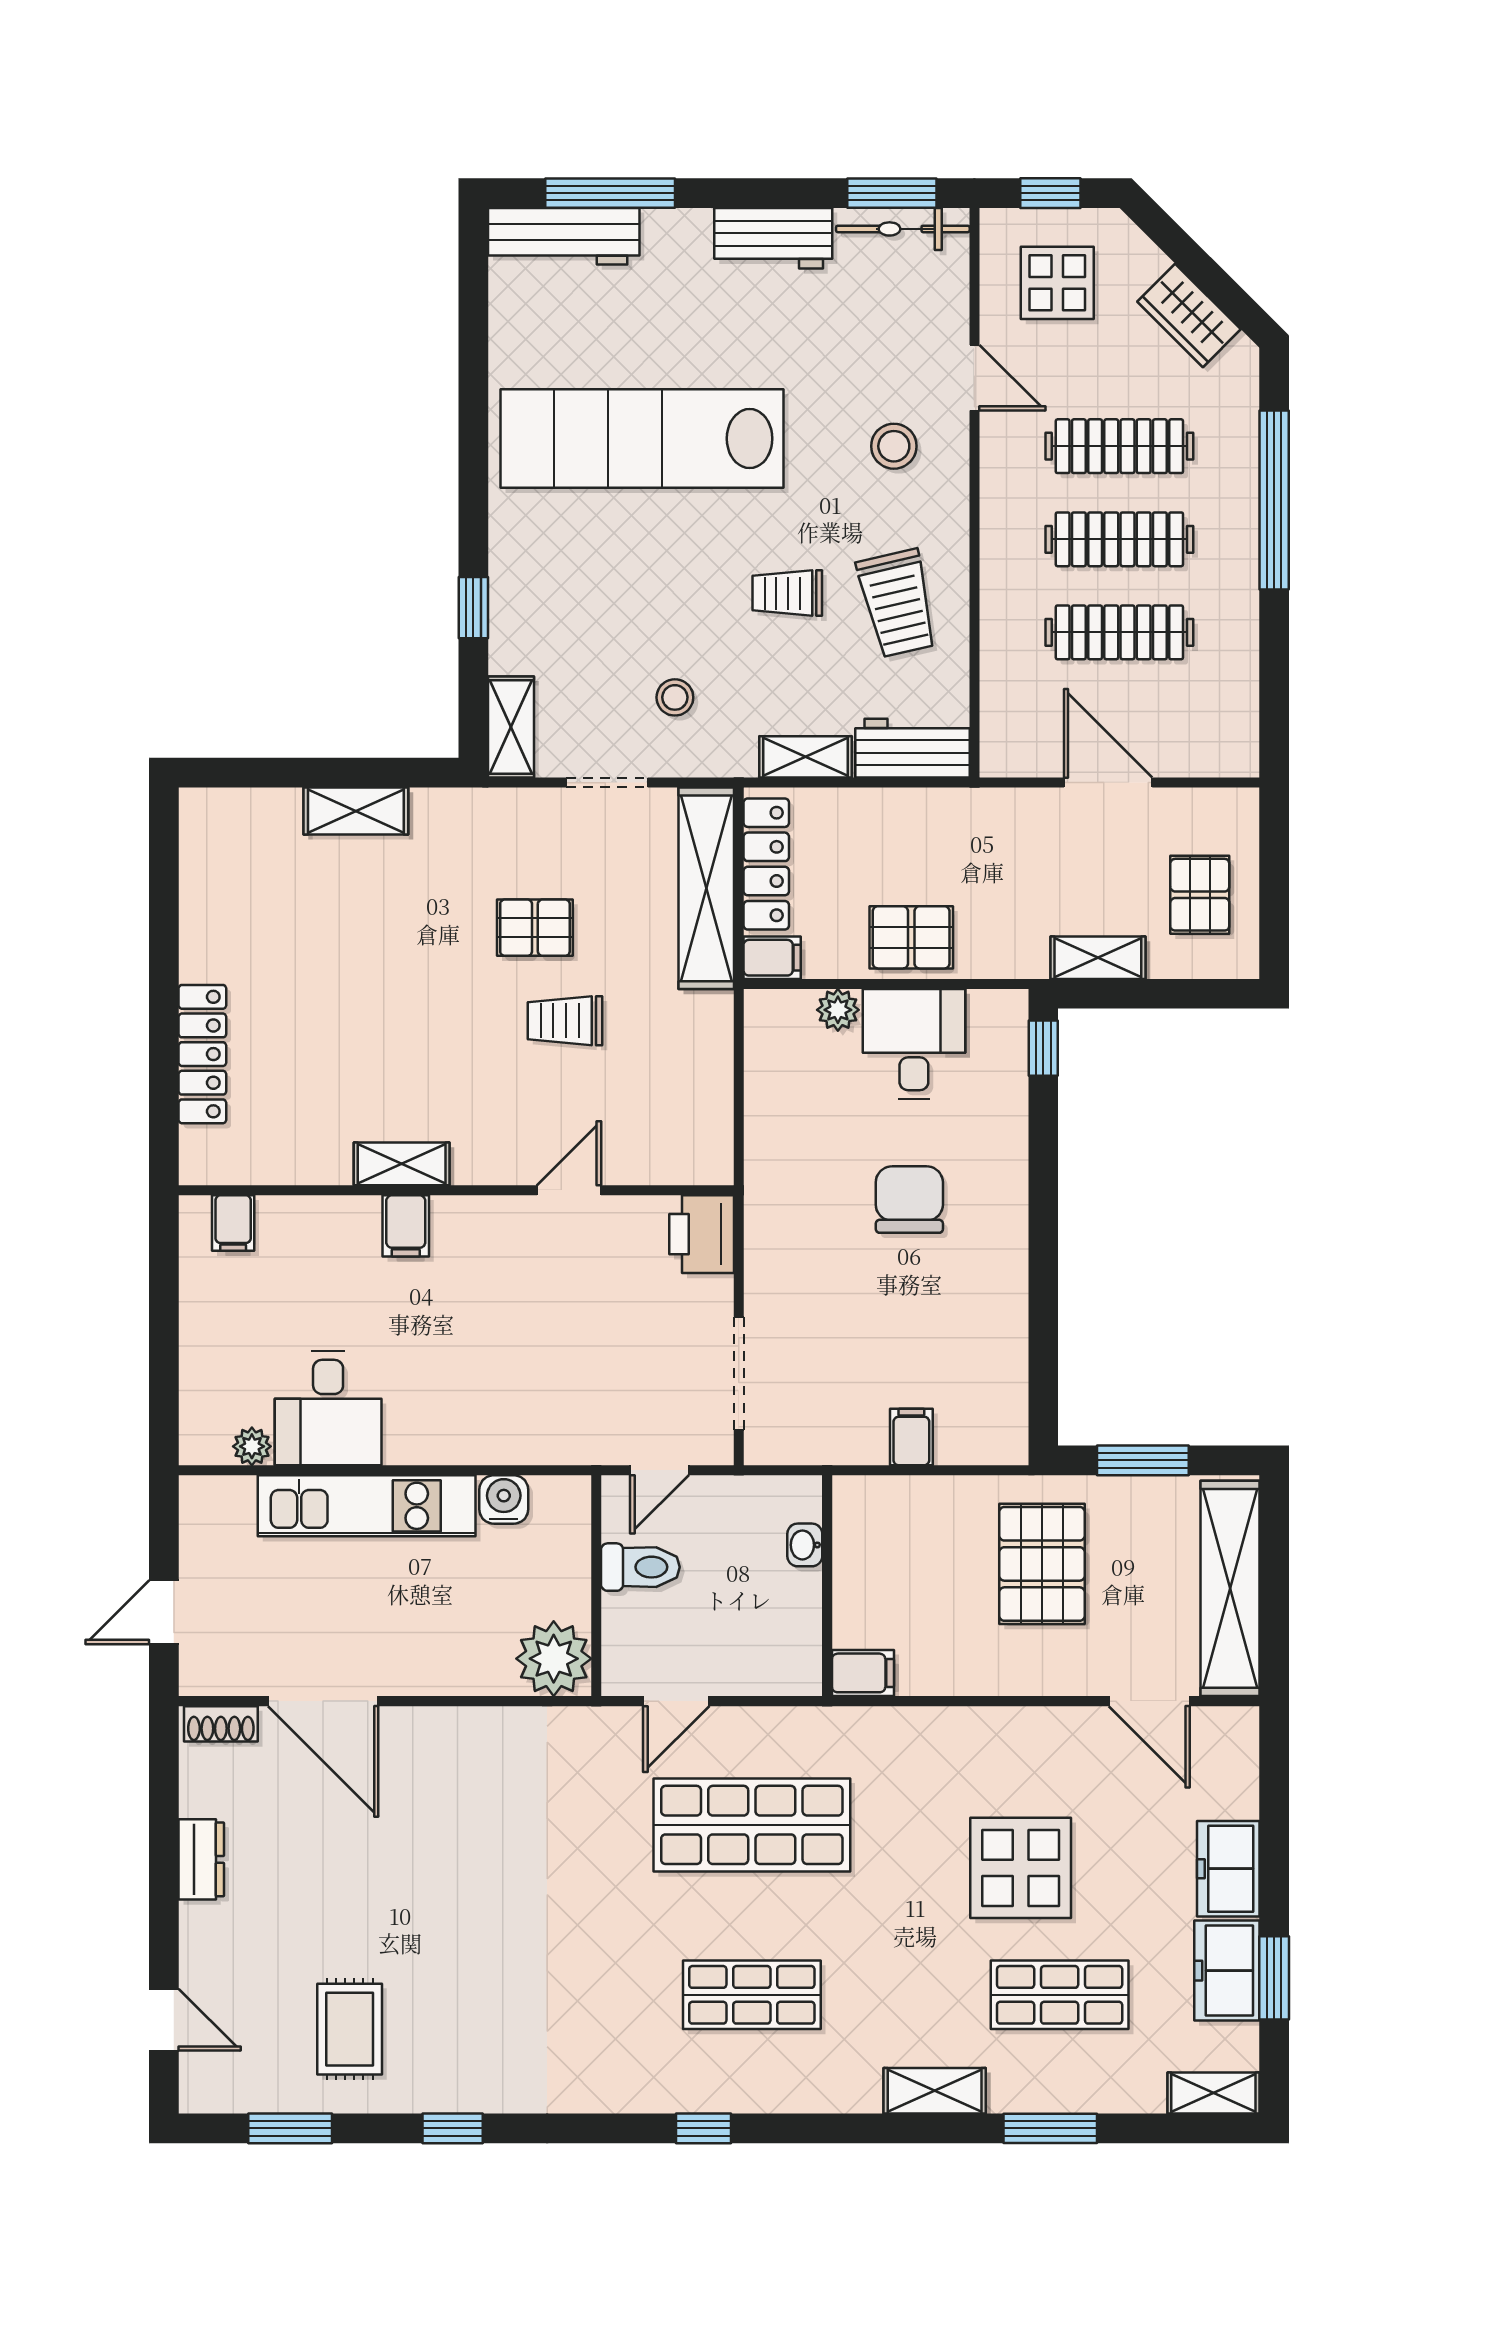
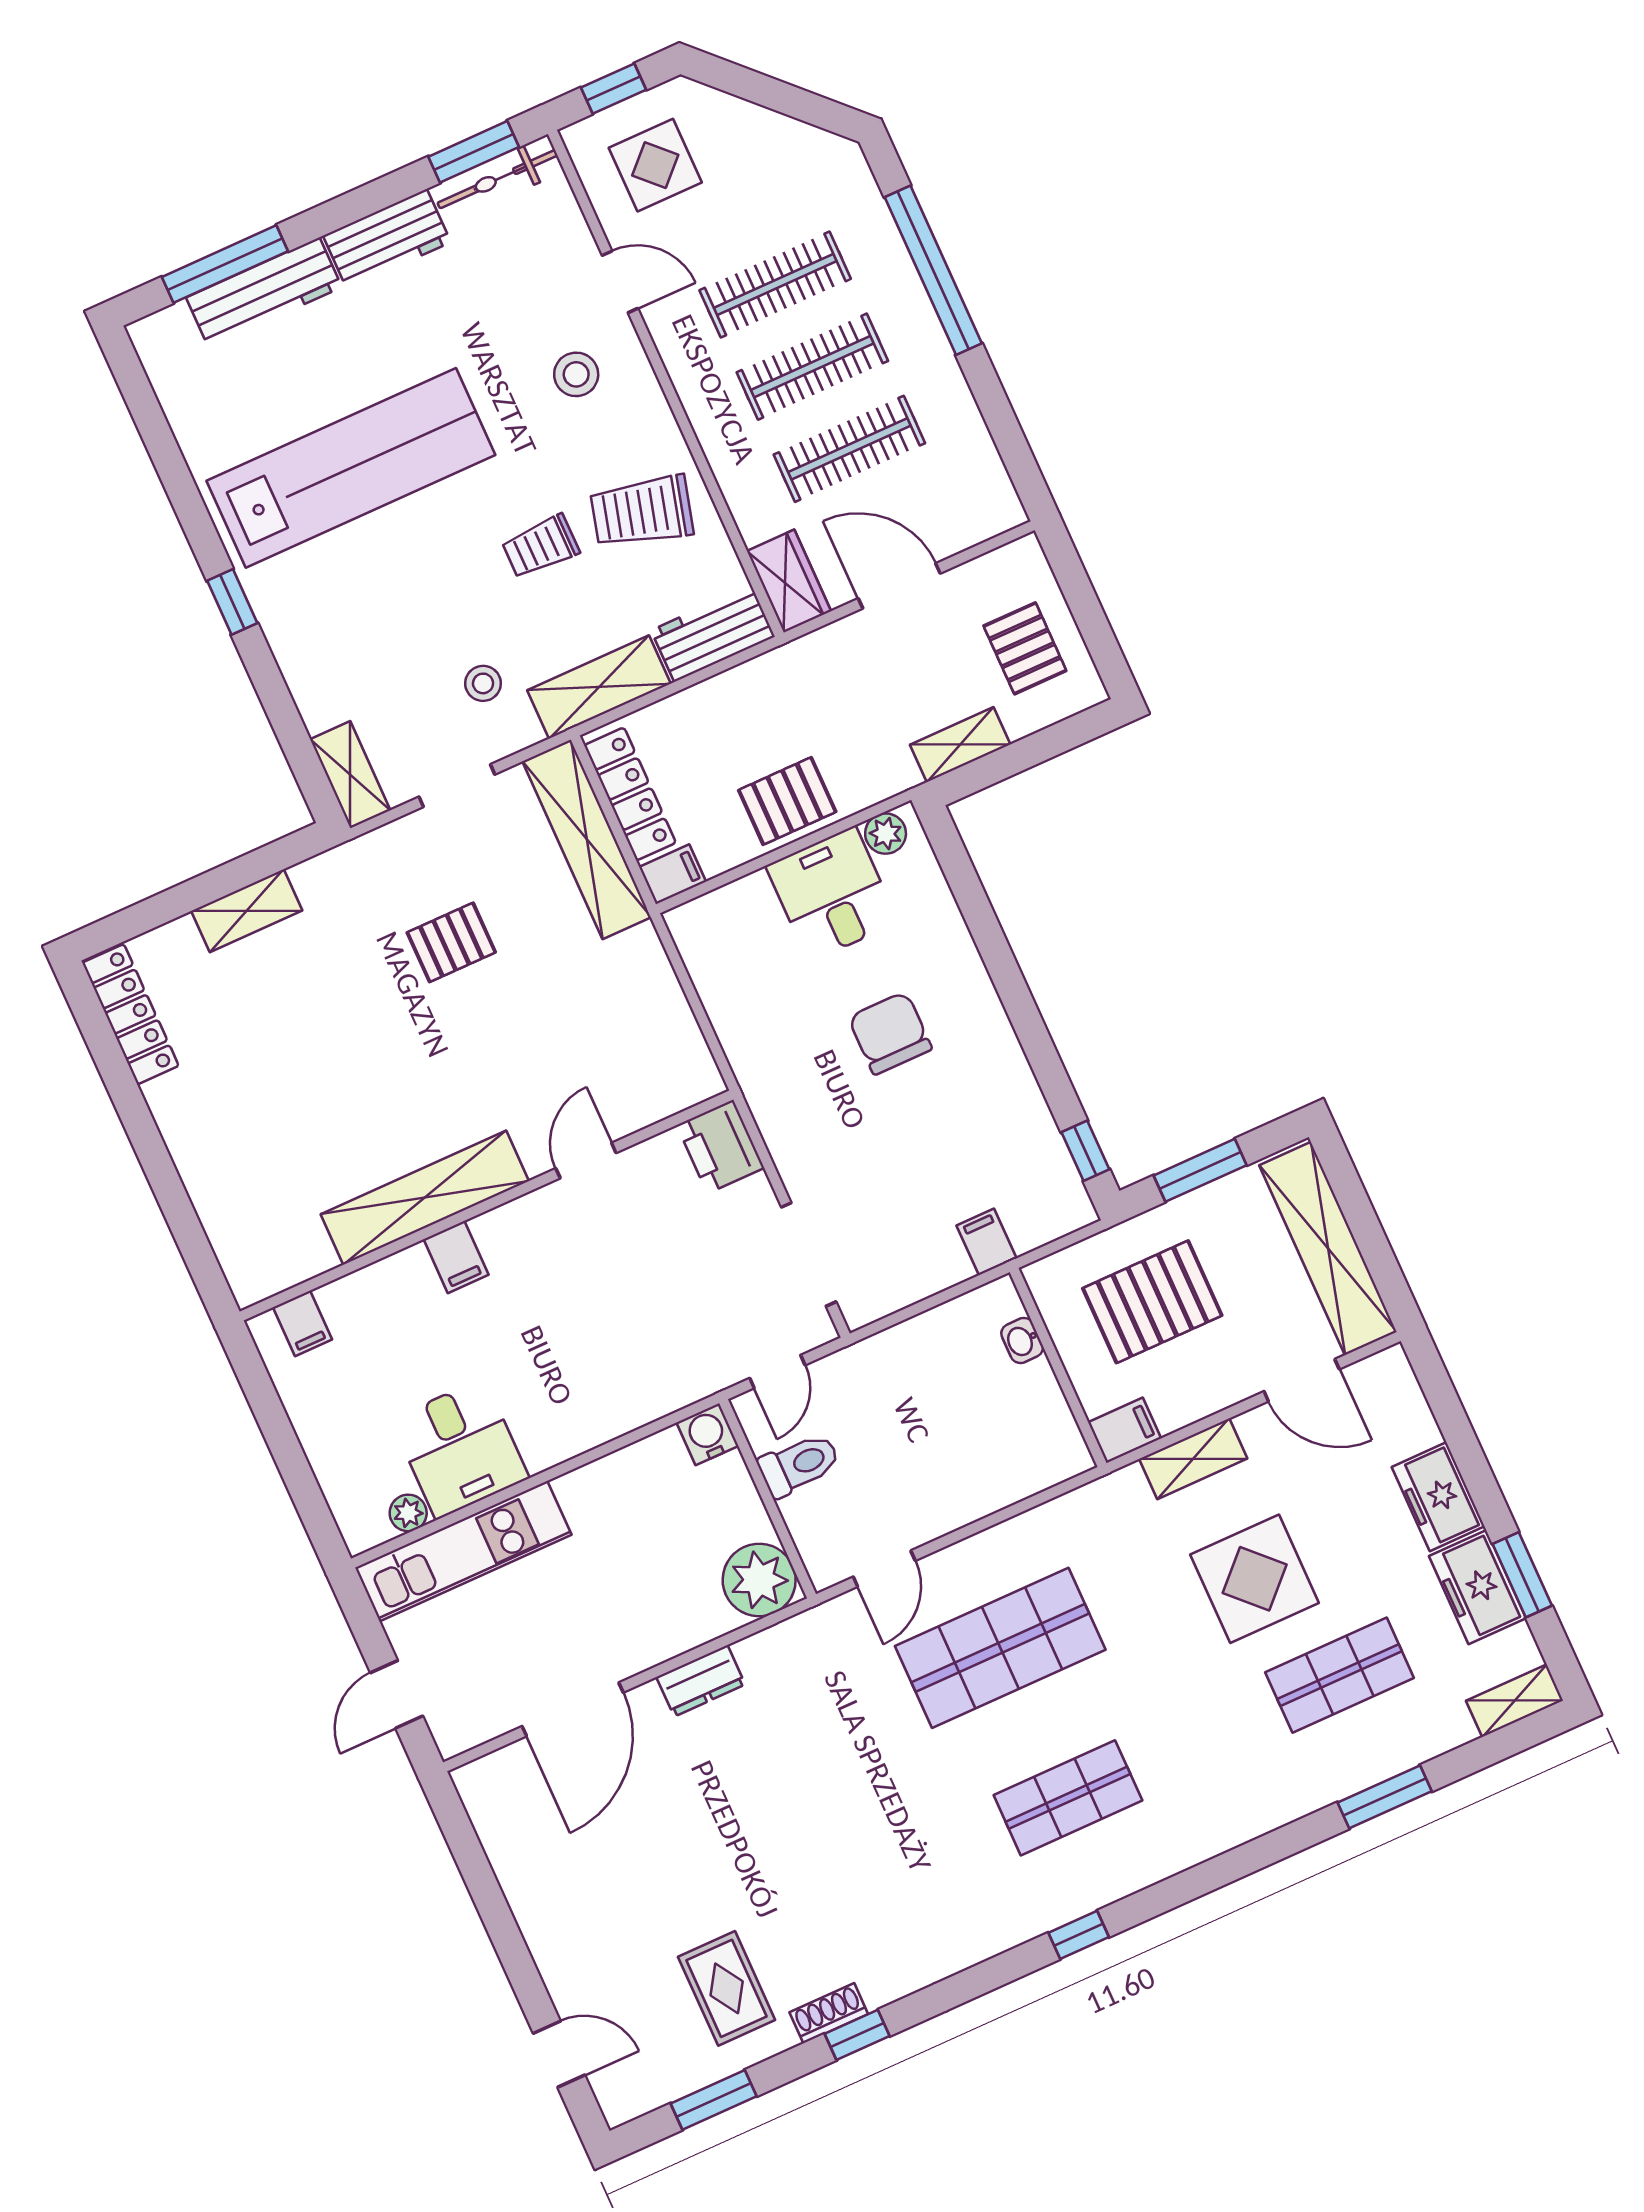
workbench: (564, 236) -> (264, 292), moved
wardrobe: (1189, 315) -> (789, 581), moved, turned -135
lab bench: (642, 439) -> (351, 468), turned 180
trolley: (897, 603) -> (642, 512), turned 118
window: (473, 608) -> (232, 602), moved
shelving: (806, 757) -> (599, 687), width x1.50, depth x1.33
plant: (838, 1010) -> (886, 834), moved
trolley: (565, 1021) -> (515, 1013), removed
window: (1043, 1048) -> (1085, 1151), moved
locker: (202, 1054) -> (130, 1014), moved
shelving: (402, 1164) -> (425, 1198), width x2.20, depth x1.33
water cooler: (504, 1499) -> (707, 1434), moved
kitchen unit: (367, 1506) -> (463, 1551), moved
washbasin: (805, 1545) -> (1022, 1340), moved
pallet: (1042, 1564) -> (1152, 1302), turned 90
wall: (827, 1586) -> (1058, 1368), moved
filing cabinet: (863, 1673) -> (1124, 1430), moved
door: (323, 1701) -> (573, 1709), hinge flipped
shoe rack: (221, 1724) -> (829, 2013), moved, turned 180
dresser: (201, 1859) -> (701, 1681), moved, turned 90
shelving: (935, 2091) -> (1193, 1459), moved

